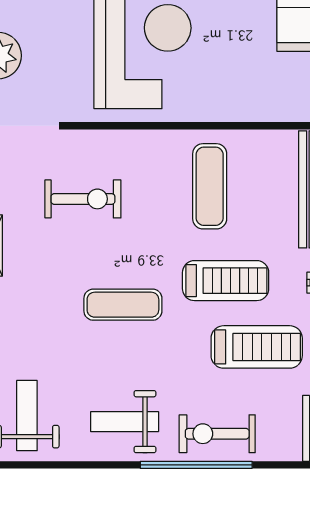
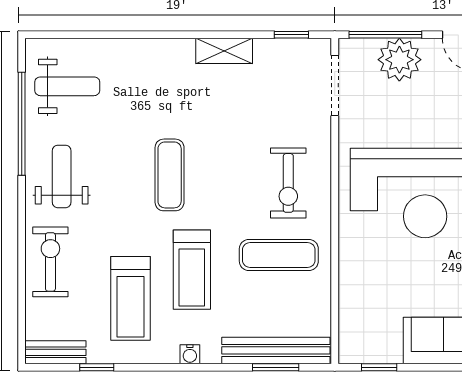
exercise bike: (83, 199) -> (288, 183), moved
window: (196, 465) -> (22, 124), moved

